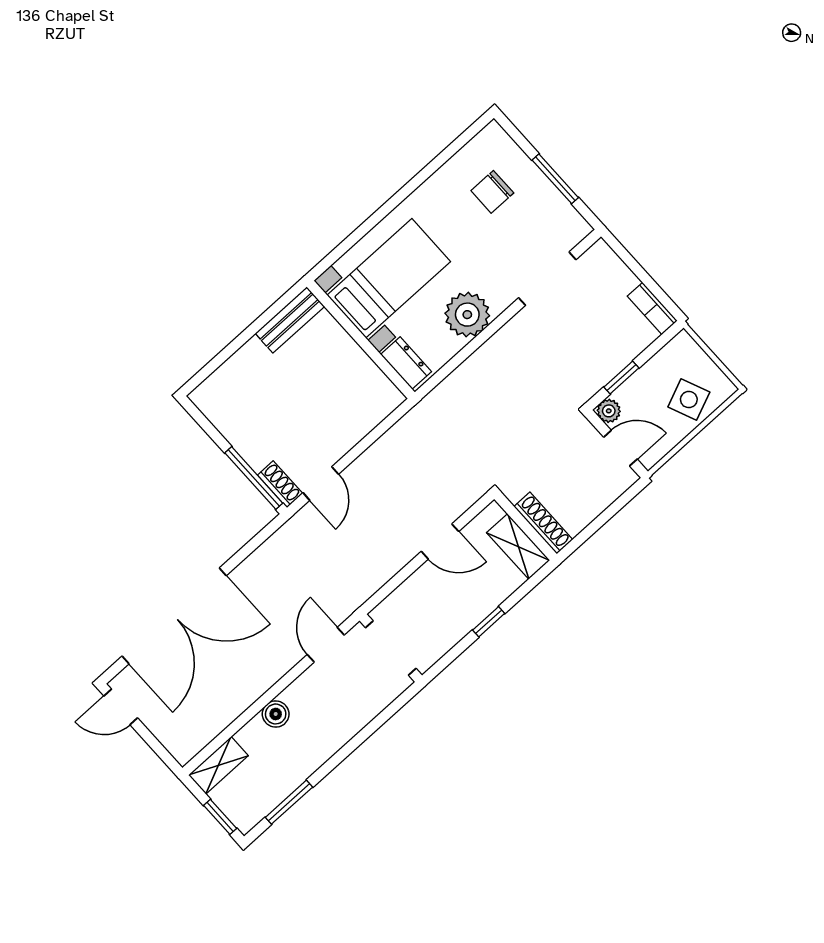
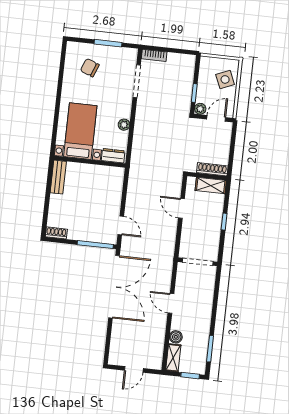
chair: (492, 192) -> (90, 68), turned 111
bookcase: (652, 308) -> (154, 55), moved
plant: (467, 315) -> (124, 125), width x0.53, depth x0.53
shoe rack: (280, 484) -> (56, 233), moved
door: (440, 541) -> (181, 208), swing flipped
double door: (174, 616) -> (114, 287), moved
door: (326, 645) -> (171, 303), moved
door: (121, 707) -> (134, 369), moved
boiler: (276, 714) -> (176, 337), moved

